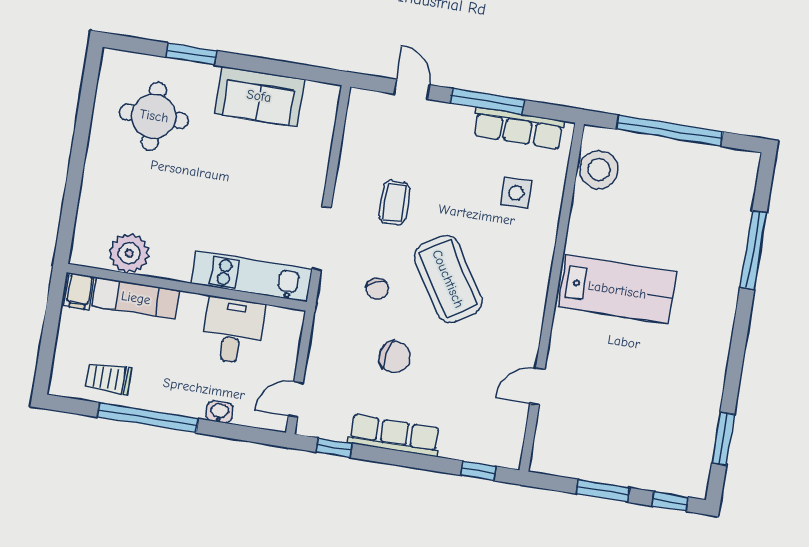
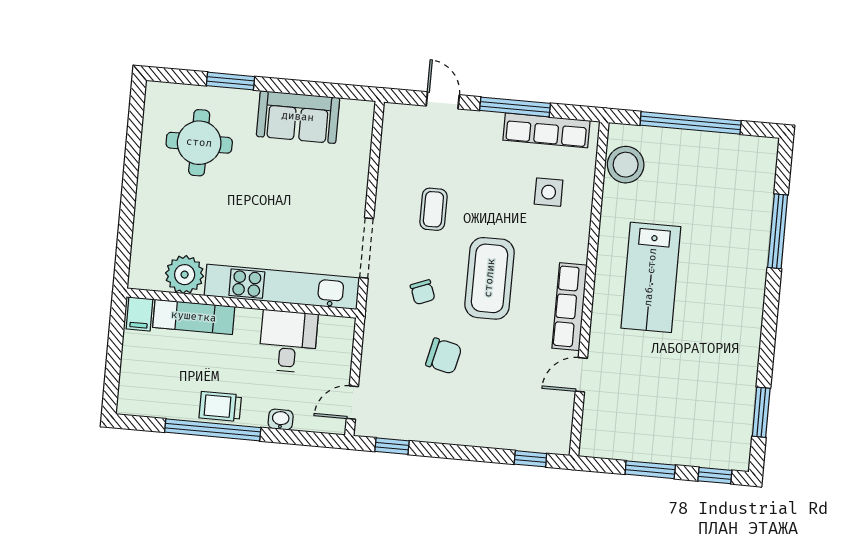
kitchen unit: (251, 276) -> (282, 287), width x1.36
coffee table: (448, 279) -> (490, 278), turned 32
lab bench: (617, 290) -> (651, 277), turned 90
trolley: (109, 378) -> (220, 406), moved
row of seats: (394, 435) -> (570, 307), moved, turned -90

